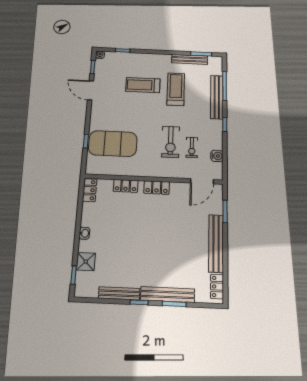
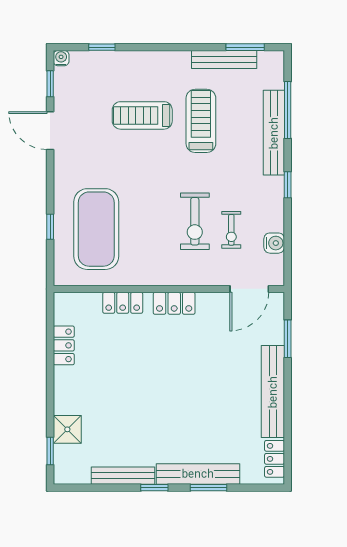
exercise mat: (113, 144) -> (96, 229), turned 90
locker: (90, 190) -> (64, 345), moved
washbasin: (84, 233) -> (61, 385), removed

